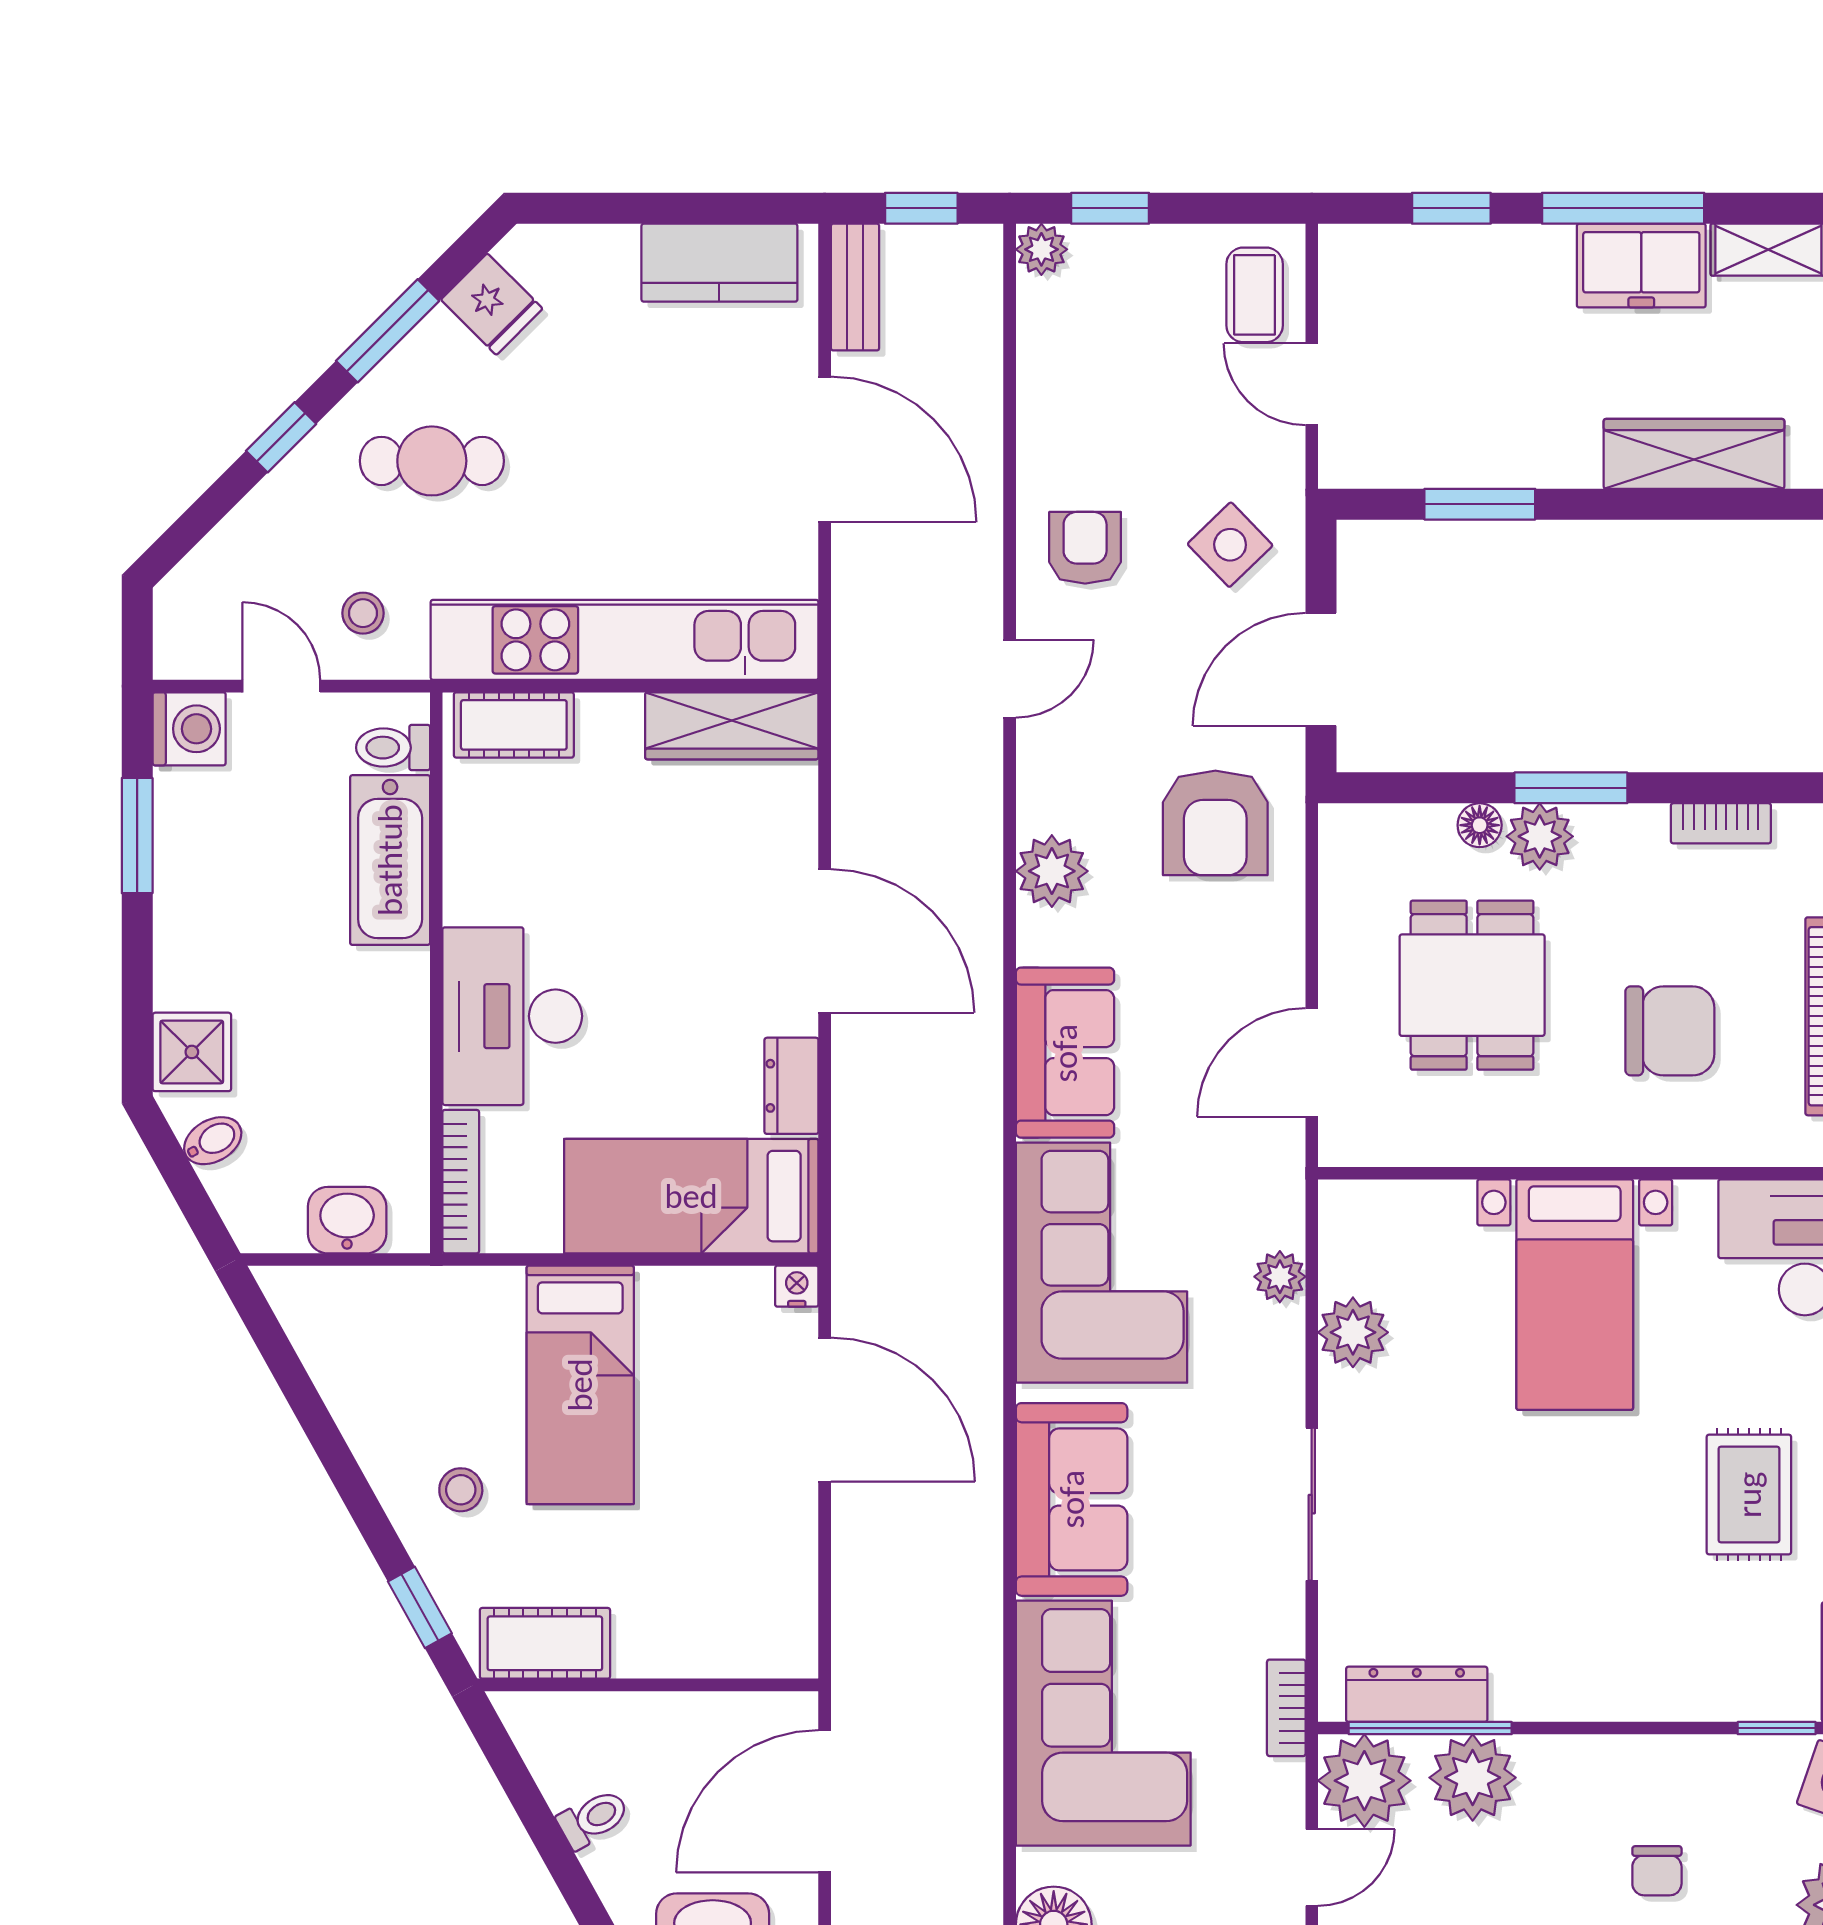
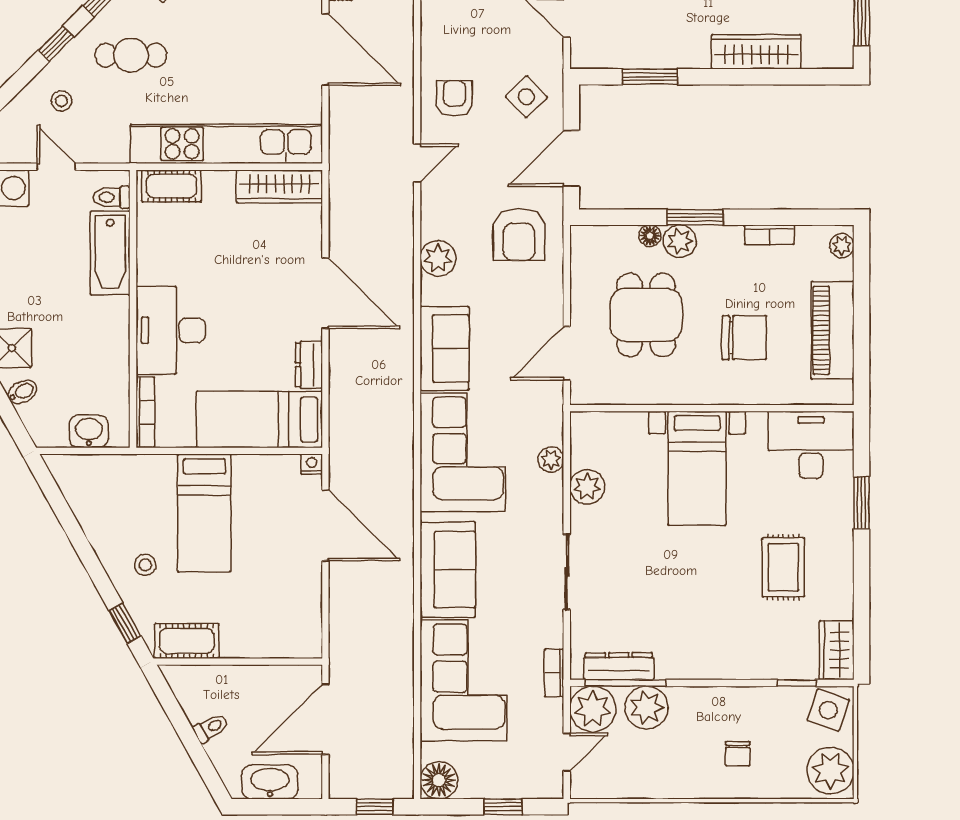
stool: (363, 613) -> (61, 101), moved

